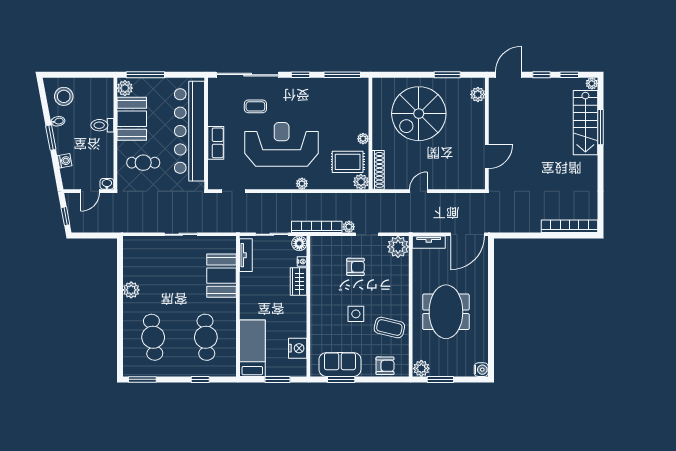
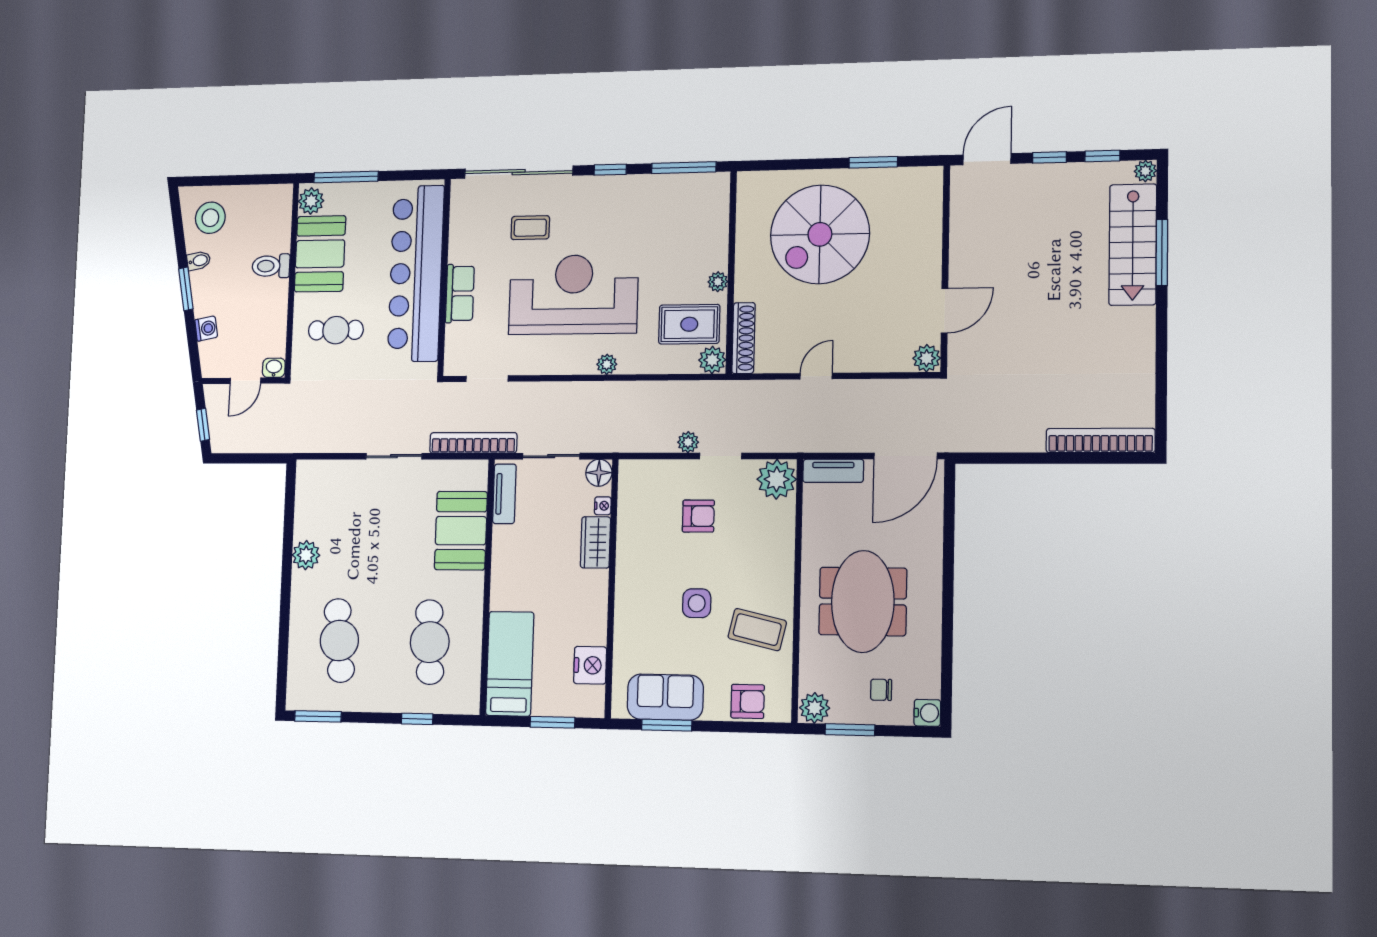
plant: (478, 94) -> (927, 358), moved
bookcase: (317, 227) -> (473, 443), moved
chair: (457, 358) -> (881, 690), added

